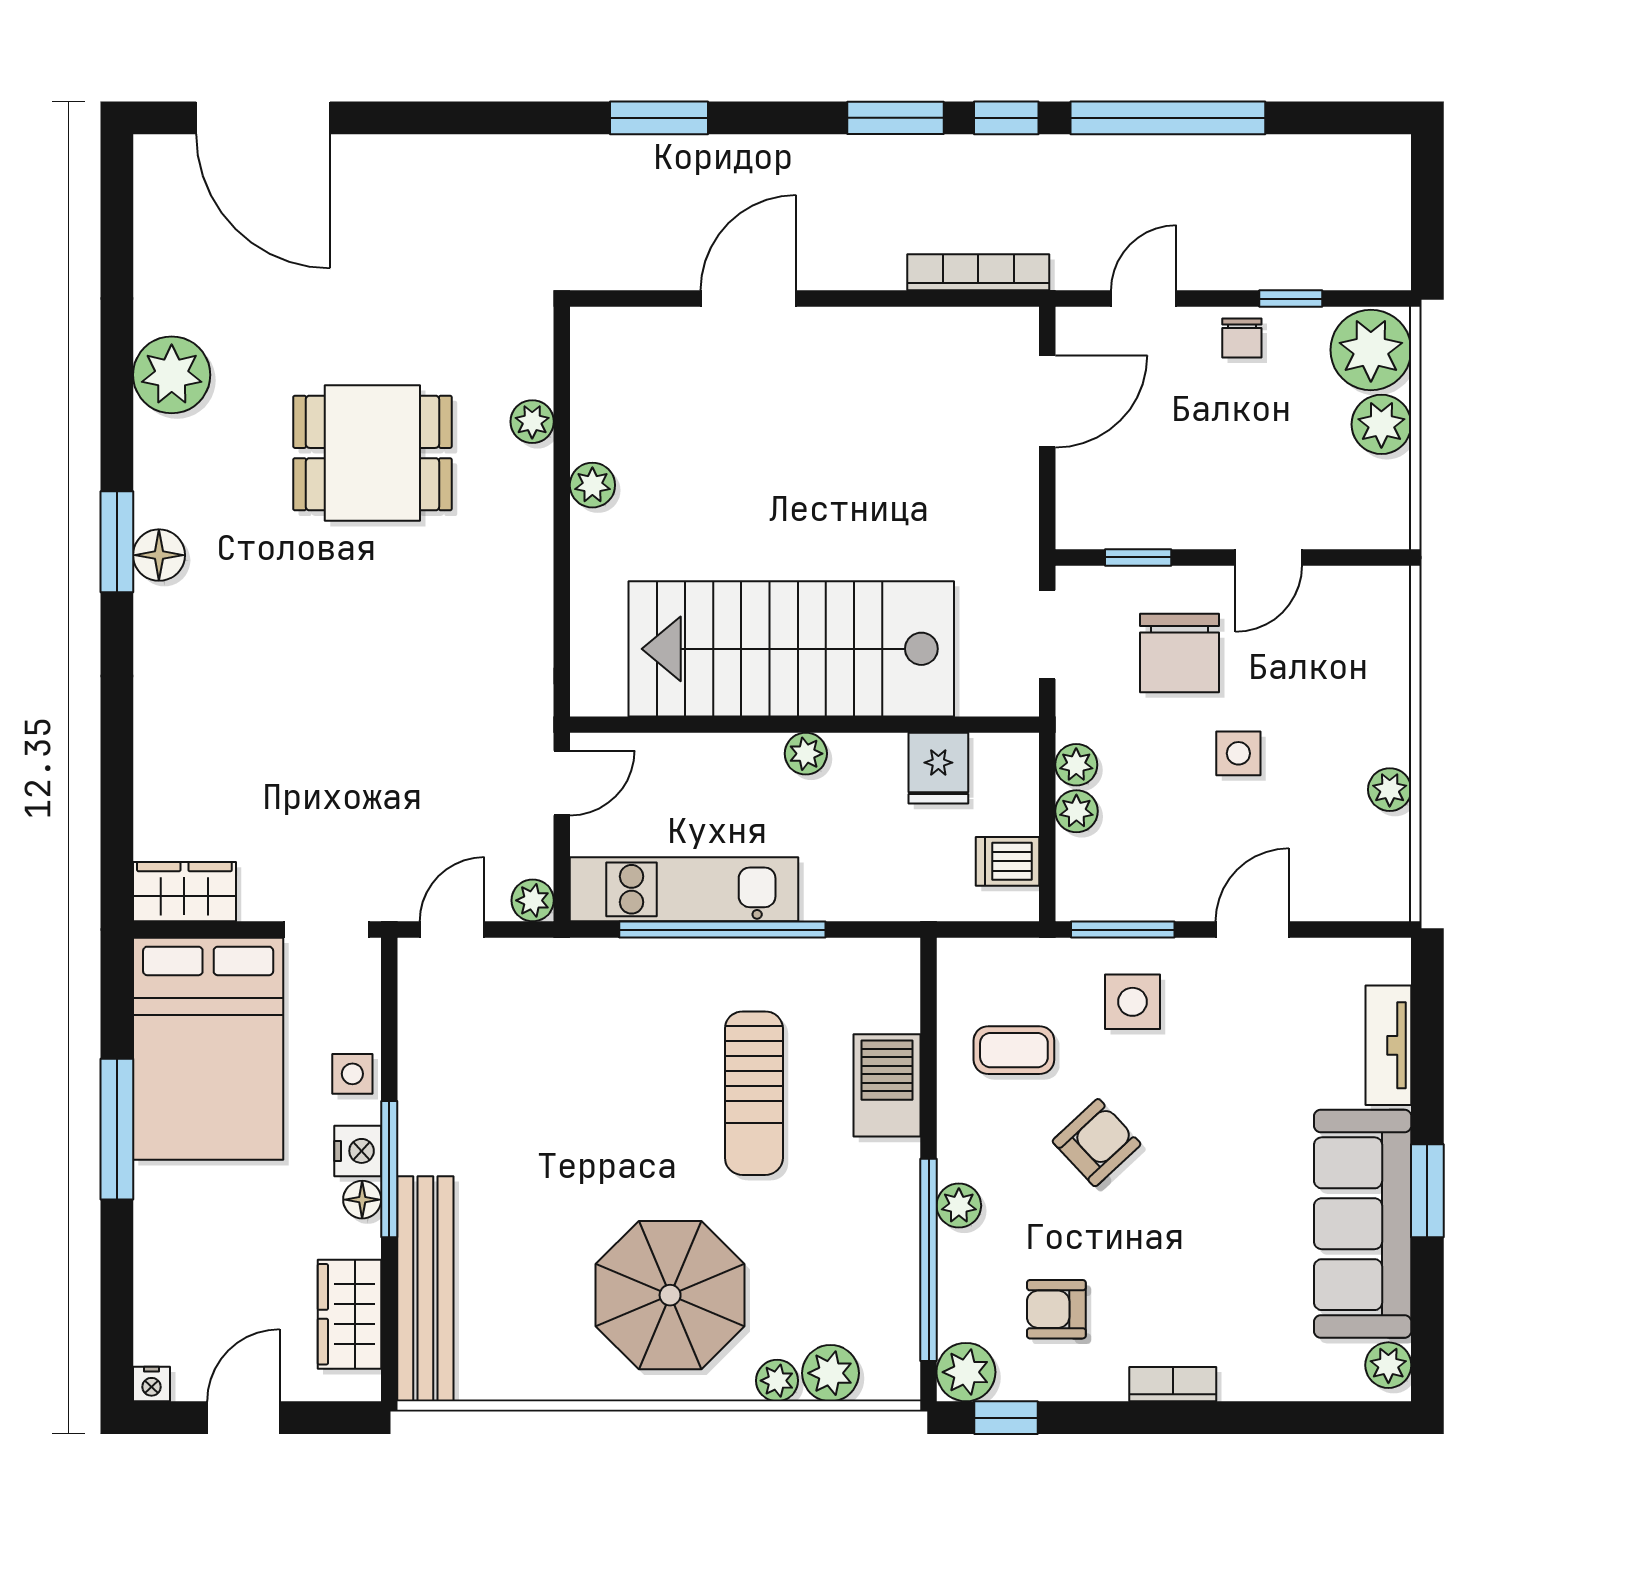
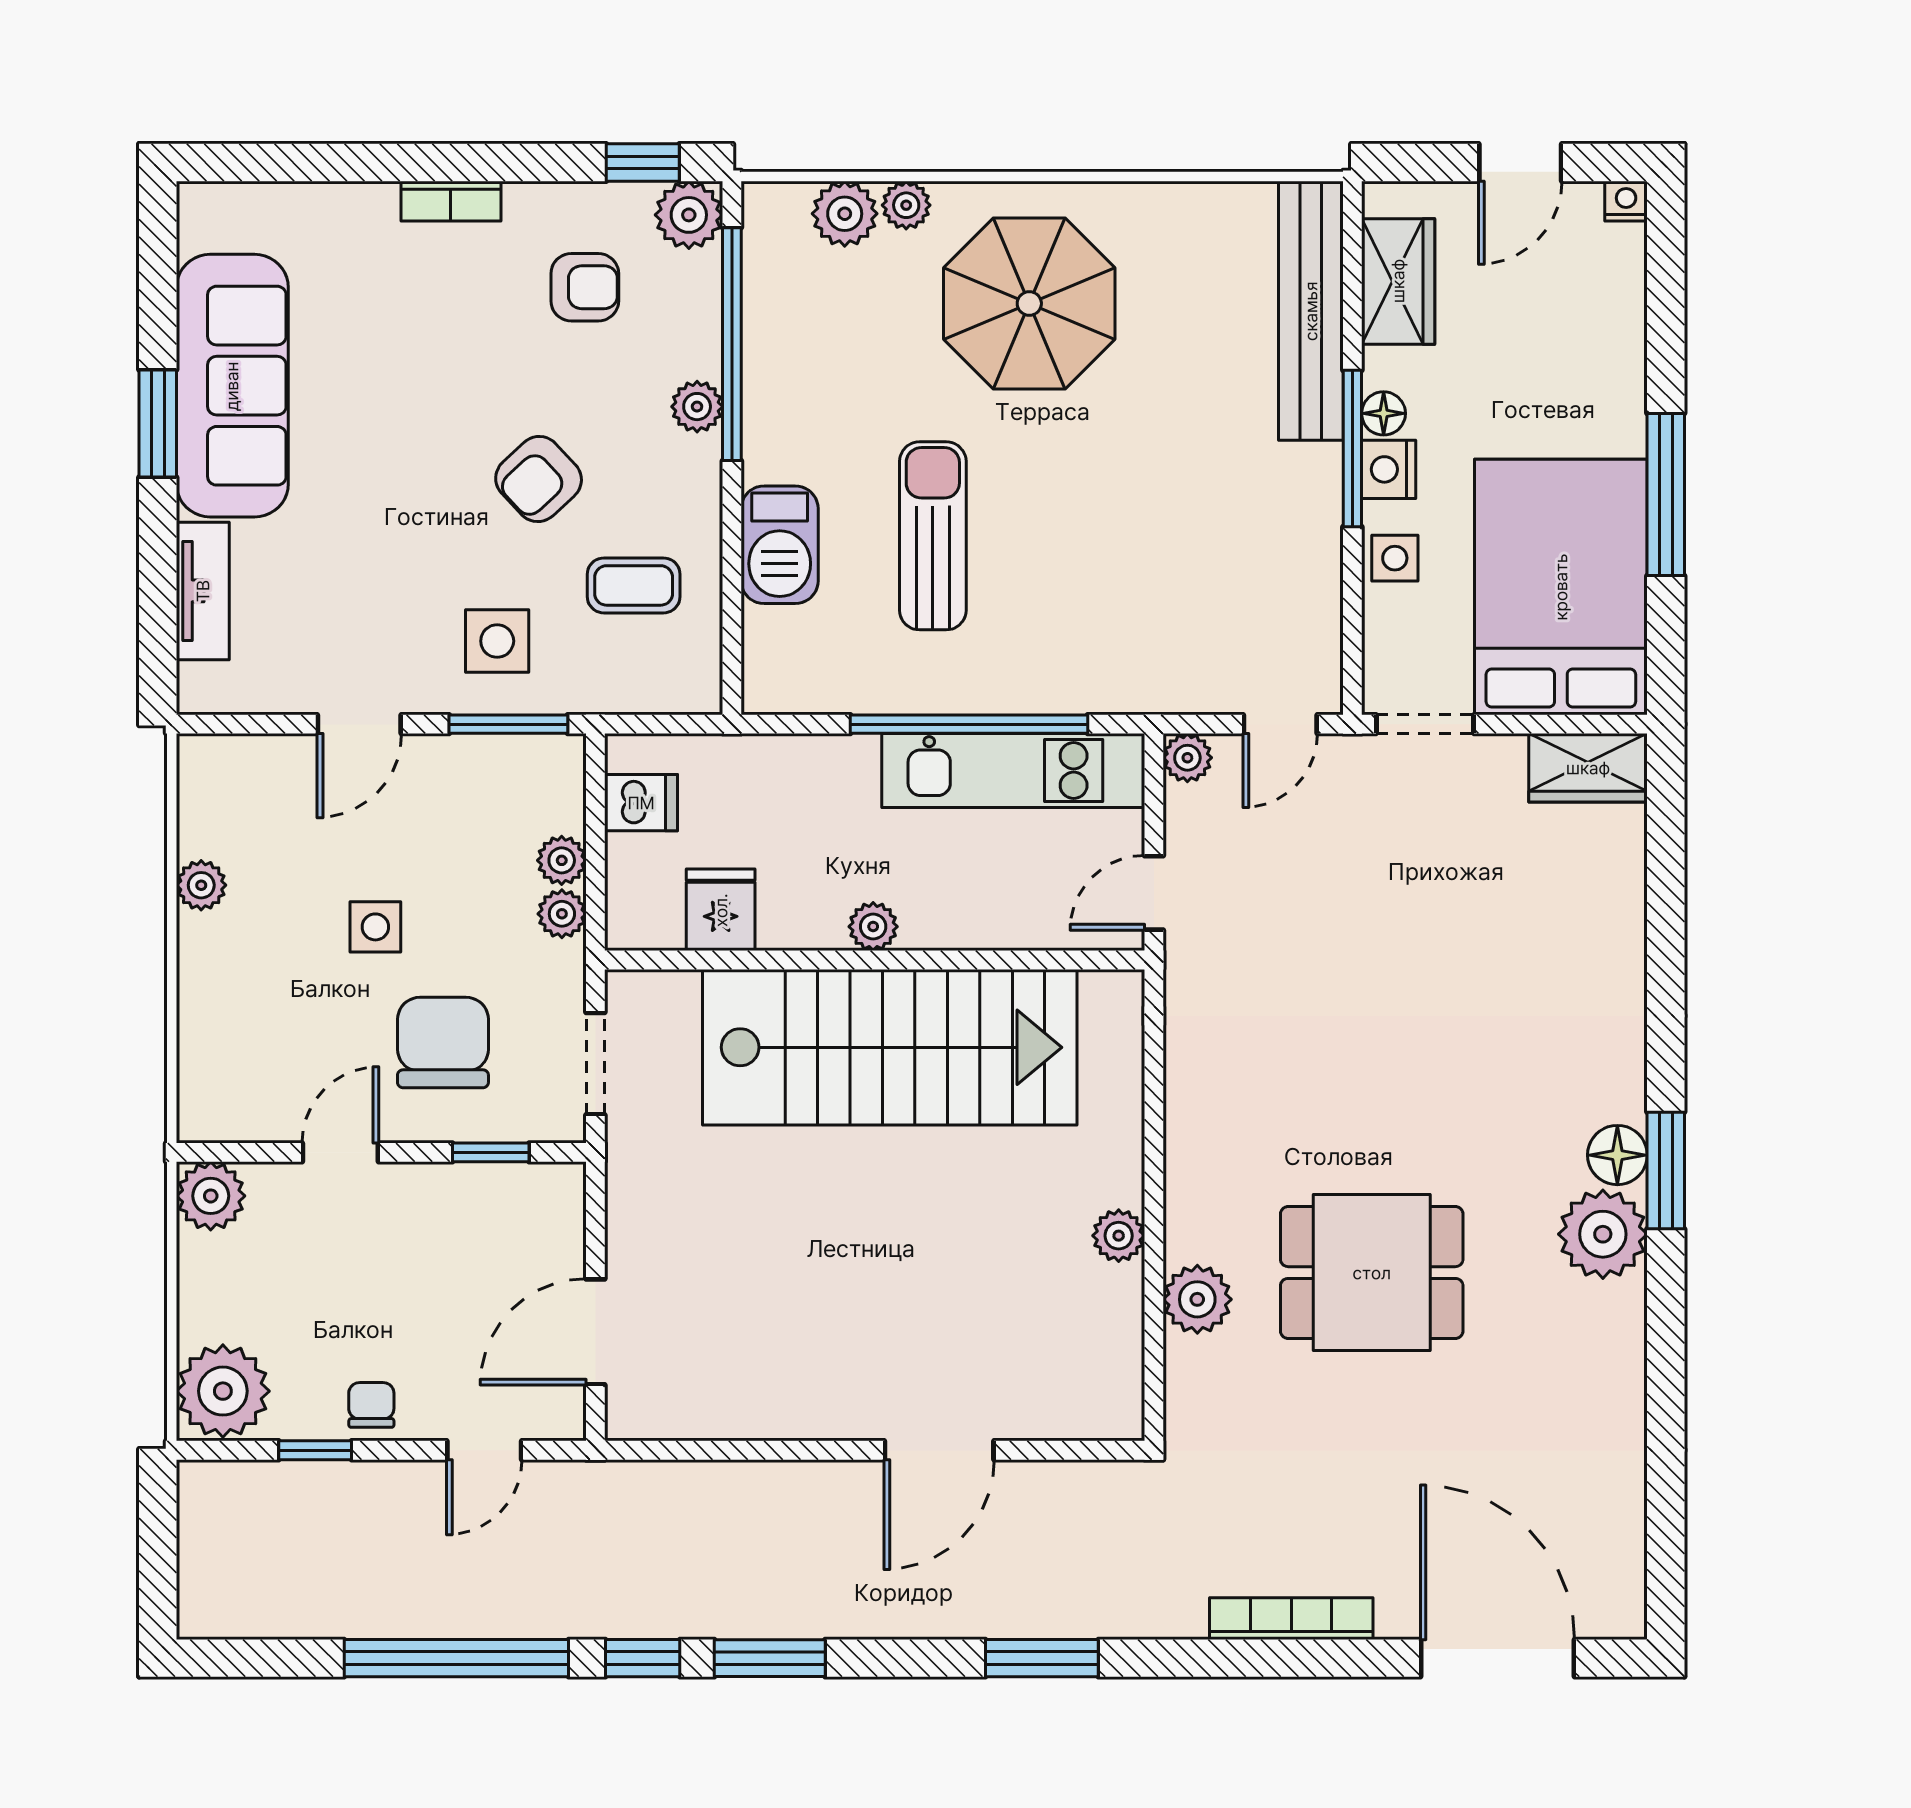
bookcase: (978, 272) -> (1291, 1619), moved, turned 180
plant: (172, 375) -> (1603, 1234), moved
plant: (532, 422) -> (1197, 1299), width x1.38, depth x1.38
plant: (1381, 424) -> (211, 1196), moved
plant: (1388, 1365) -> (203, 223), removed

